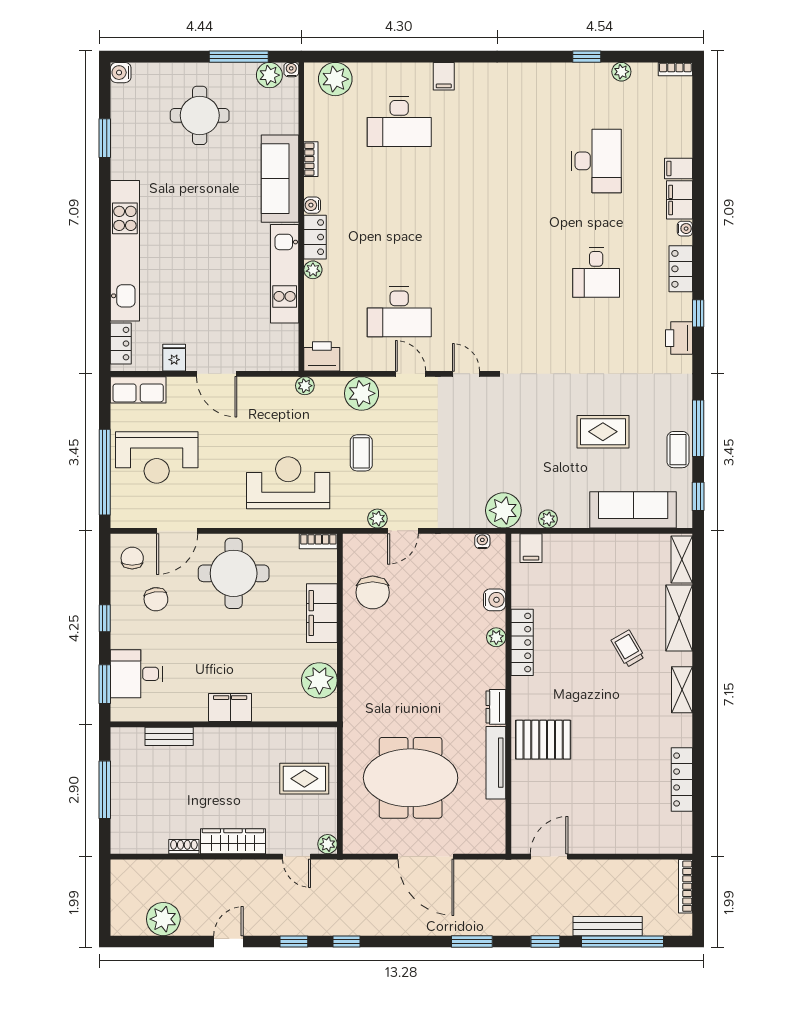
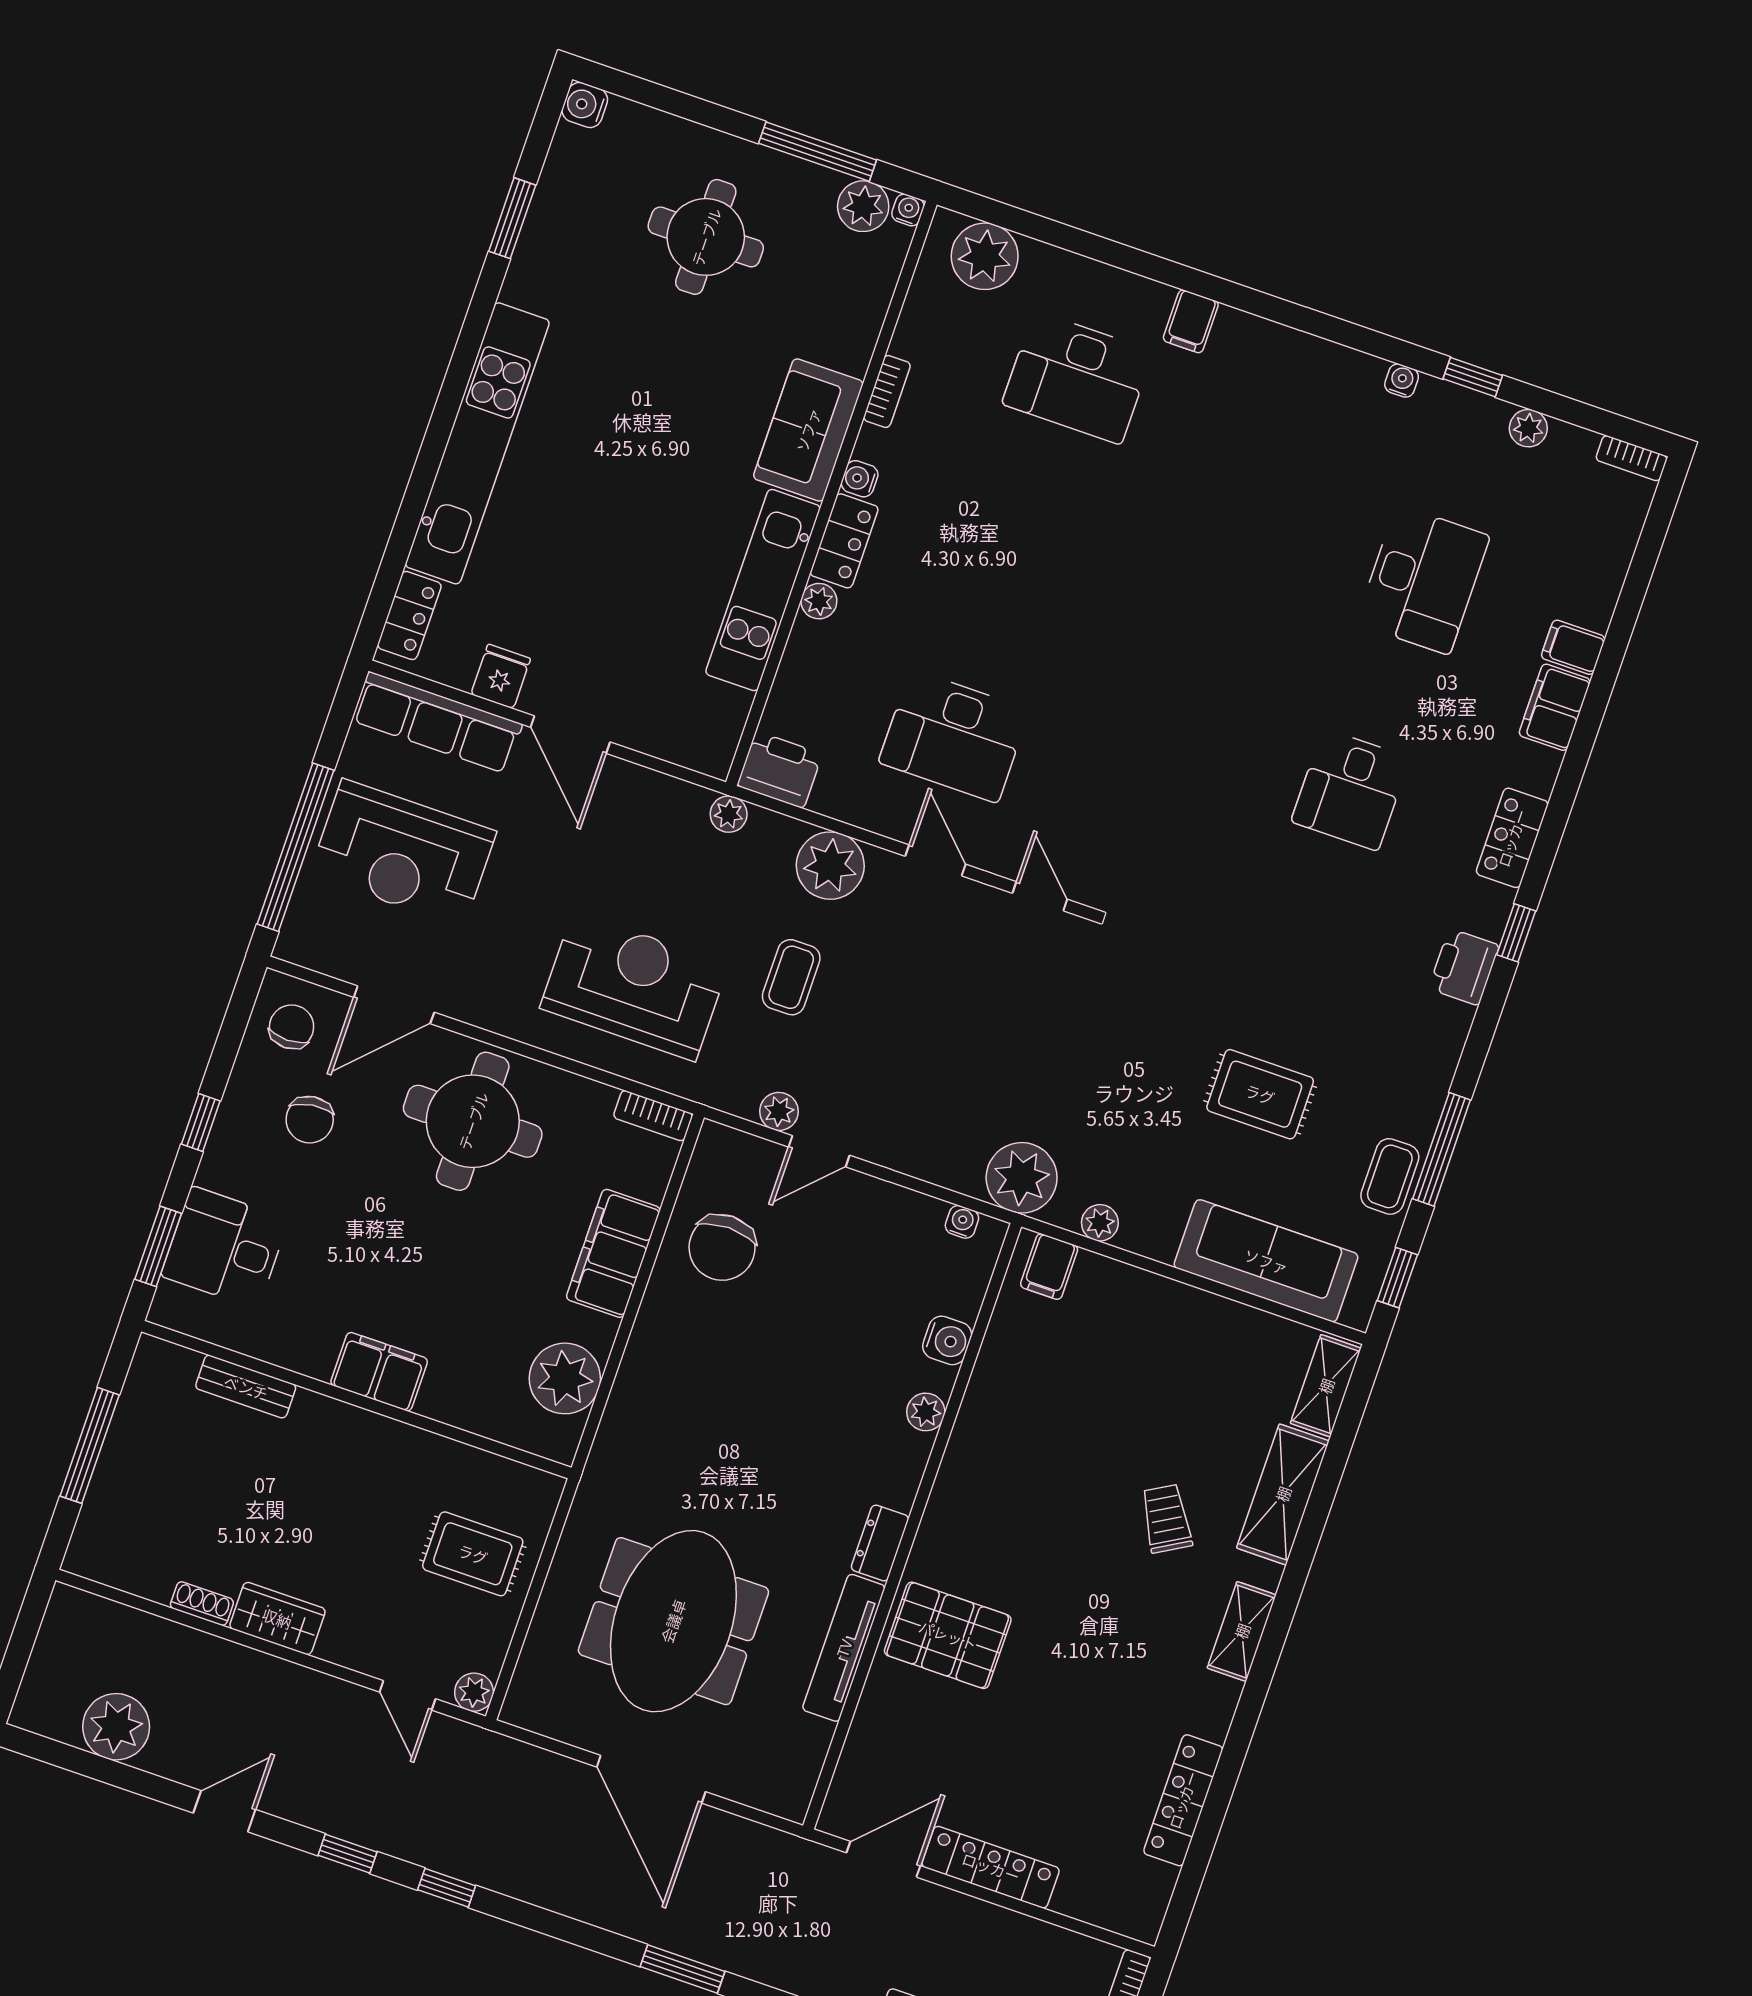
sofa: (280, 179) -> (808, 430), width x0.73
water cooler: (685, 229) -> (1402, 381), moved, turned -90
row of seats: (138, 390) -> (437, 722), width x1.48
locker: (522, 642) -> (991, 1867), moved, turned -90
meeting table: (411, 778) -> (673, 1621), turned 90
wardrobe: (233, 841) -> (277, 1618), width x0.67

